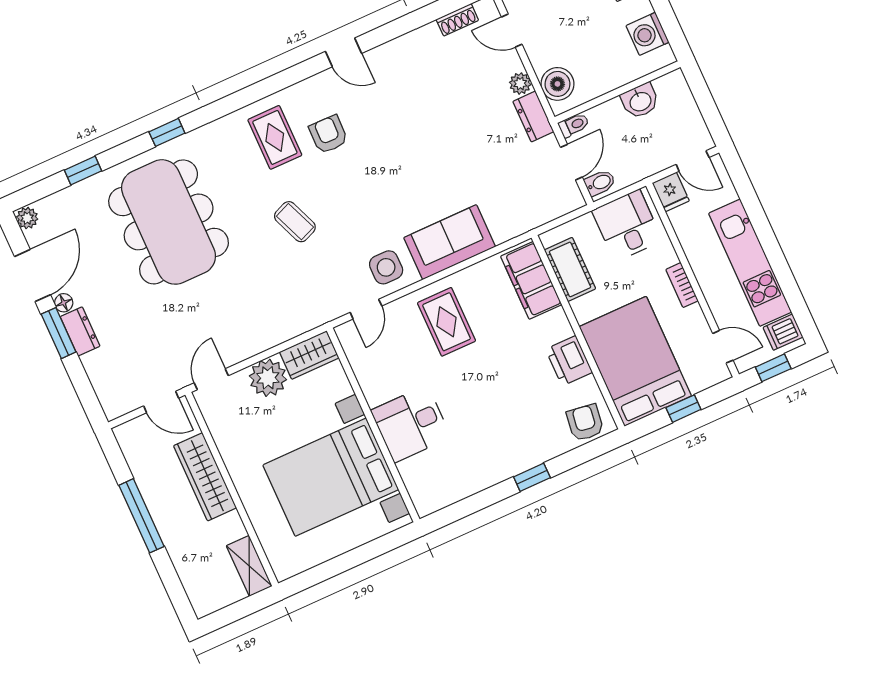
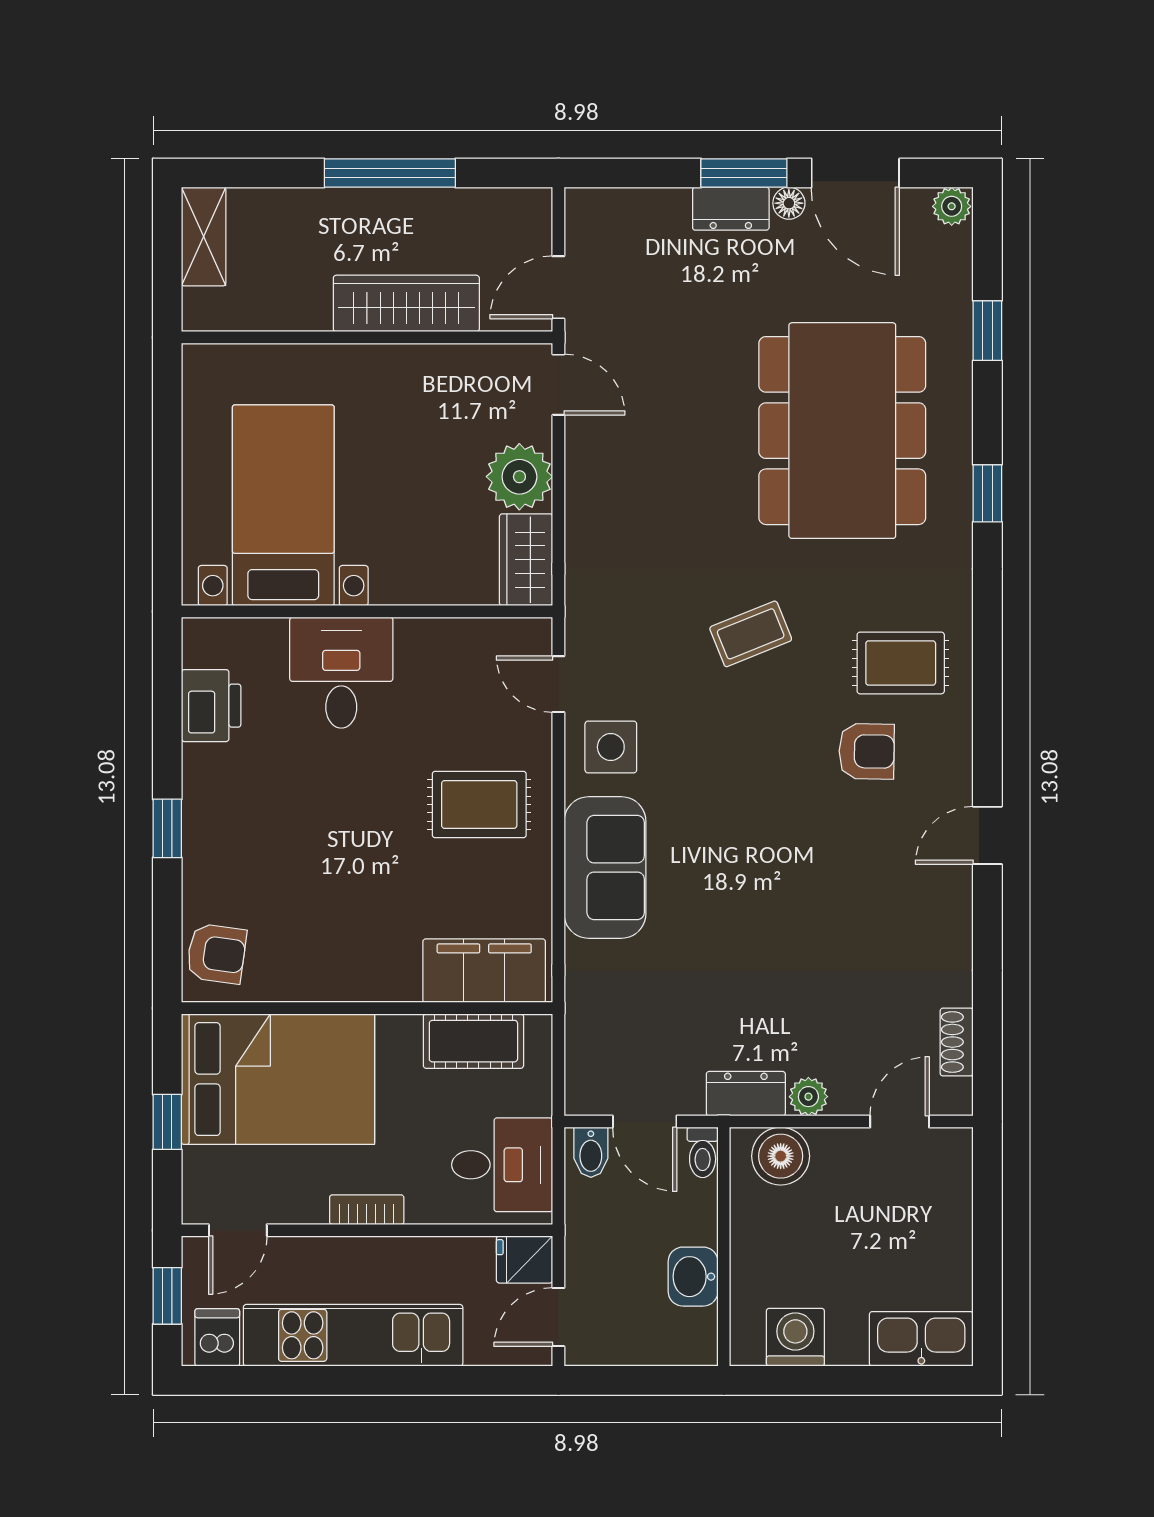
dining table: (169, 222) -> (842, 431), turned 90
printer: (569, 361) -> (211, 706), moved, turned 90
bed with nightstands: (331, 477) -> (283, 505), width x0.73
shelving: (249, 566) -> (204, 237), moved, turned 90

